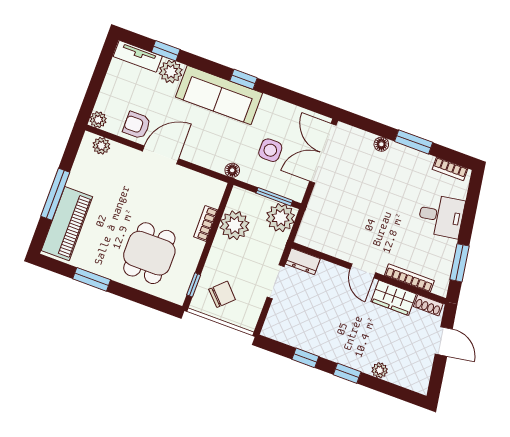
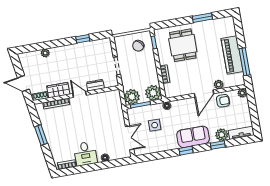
window: (166, 51) -> (218, 145), moved
sofa: (219, 95) -> (193, 137), width x0.73
window: (414, 142) -> (91, 167), removed
plant: (101, 146) -> (219, 85), moved
double door: (323, 153) -> (130, 138), width x0.73
window: (55, 194) -> (245, 62), moved
desk: (441, 216) -> (85, 154), moved, turned -81
piano: (67, 224) -> (232, 55), moved
plant: (235, 225) -> (153, 93), moved
dresser: (303, 261) -> (95, 85), moved
window: (459, 263) -> (41, 135), moved
window: (347, 373) -> (59, 43), removed

